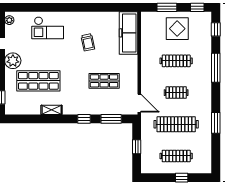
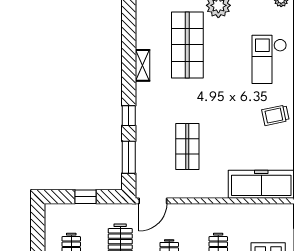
trolley: (88, 42) -> (276, 115), moved

